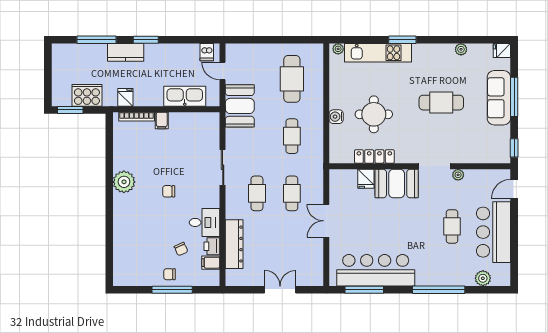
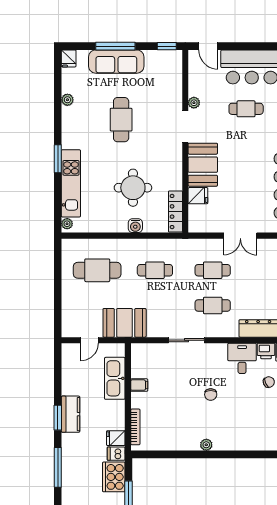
kitchen counter: (126, 52) -> (71, 414), moved
dishwasher: (207, 52) -> (116, 454), moved, turned 180
filing cabinet: (162, 121) -> (139, 385), moved
locker: (374, 156) -> (175, 212), moved
plant: (124, 182) -> (206, 445), width x0.53, depth x0.53

